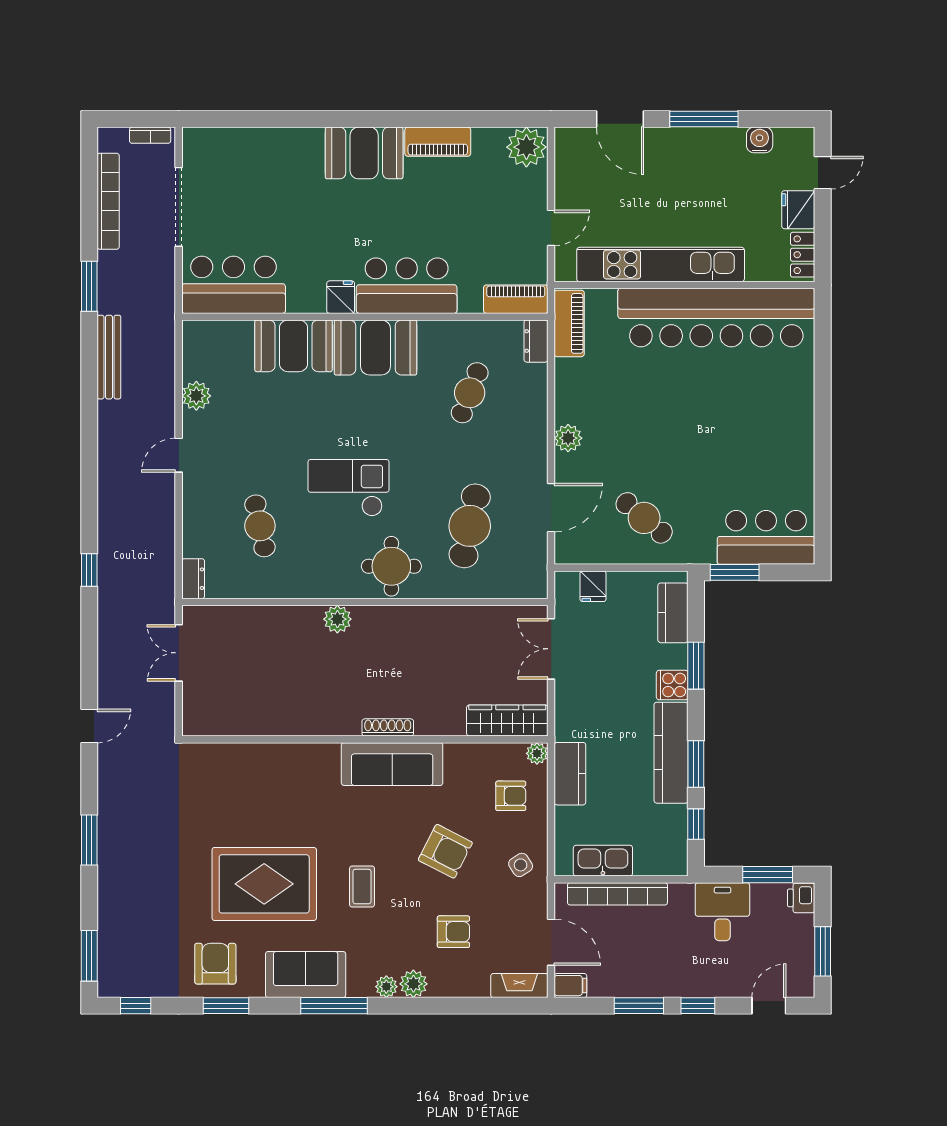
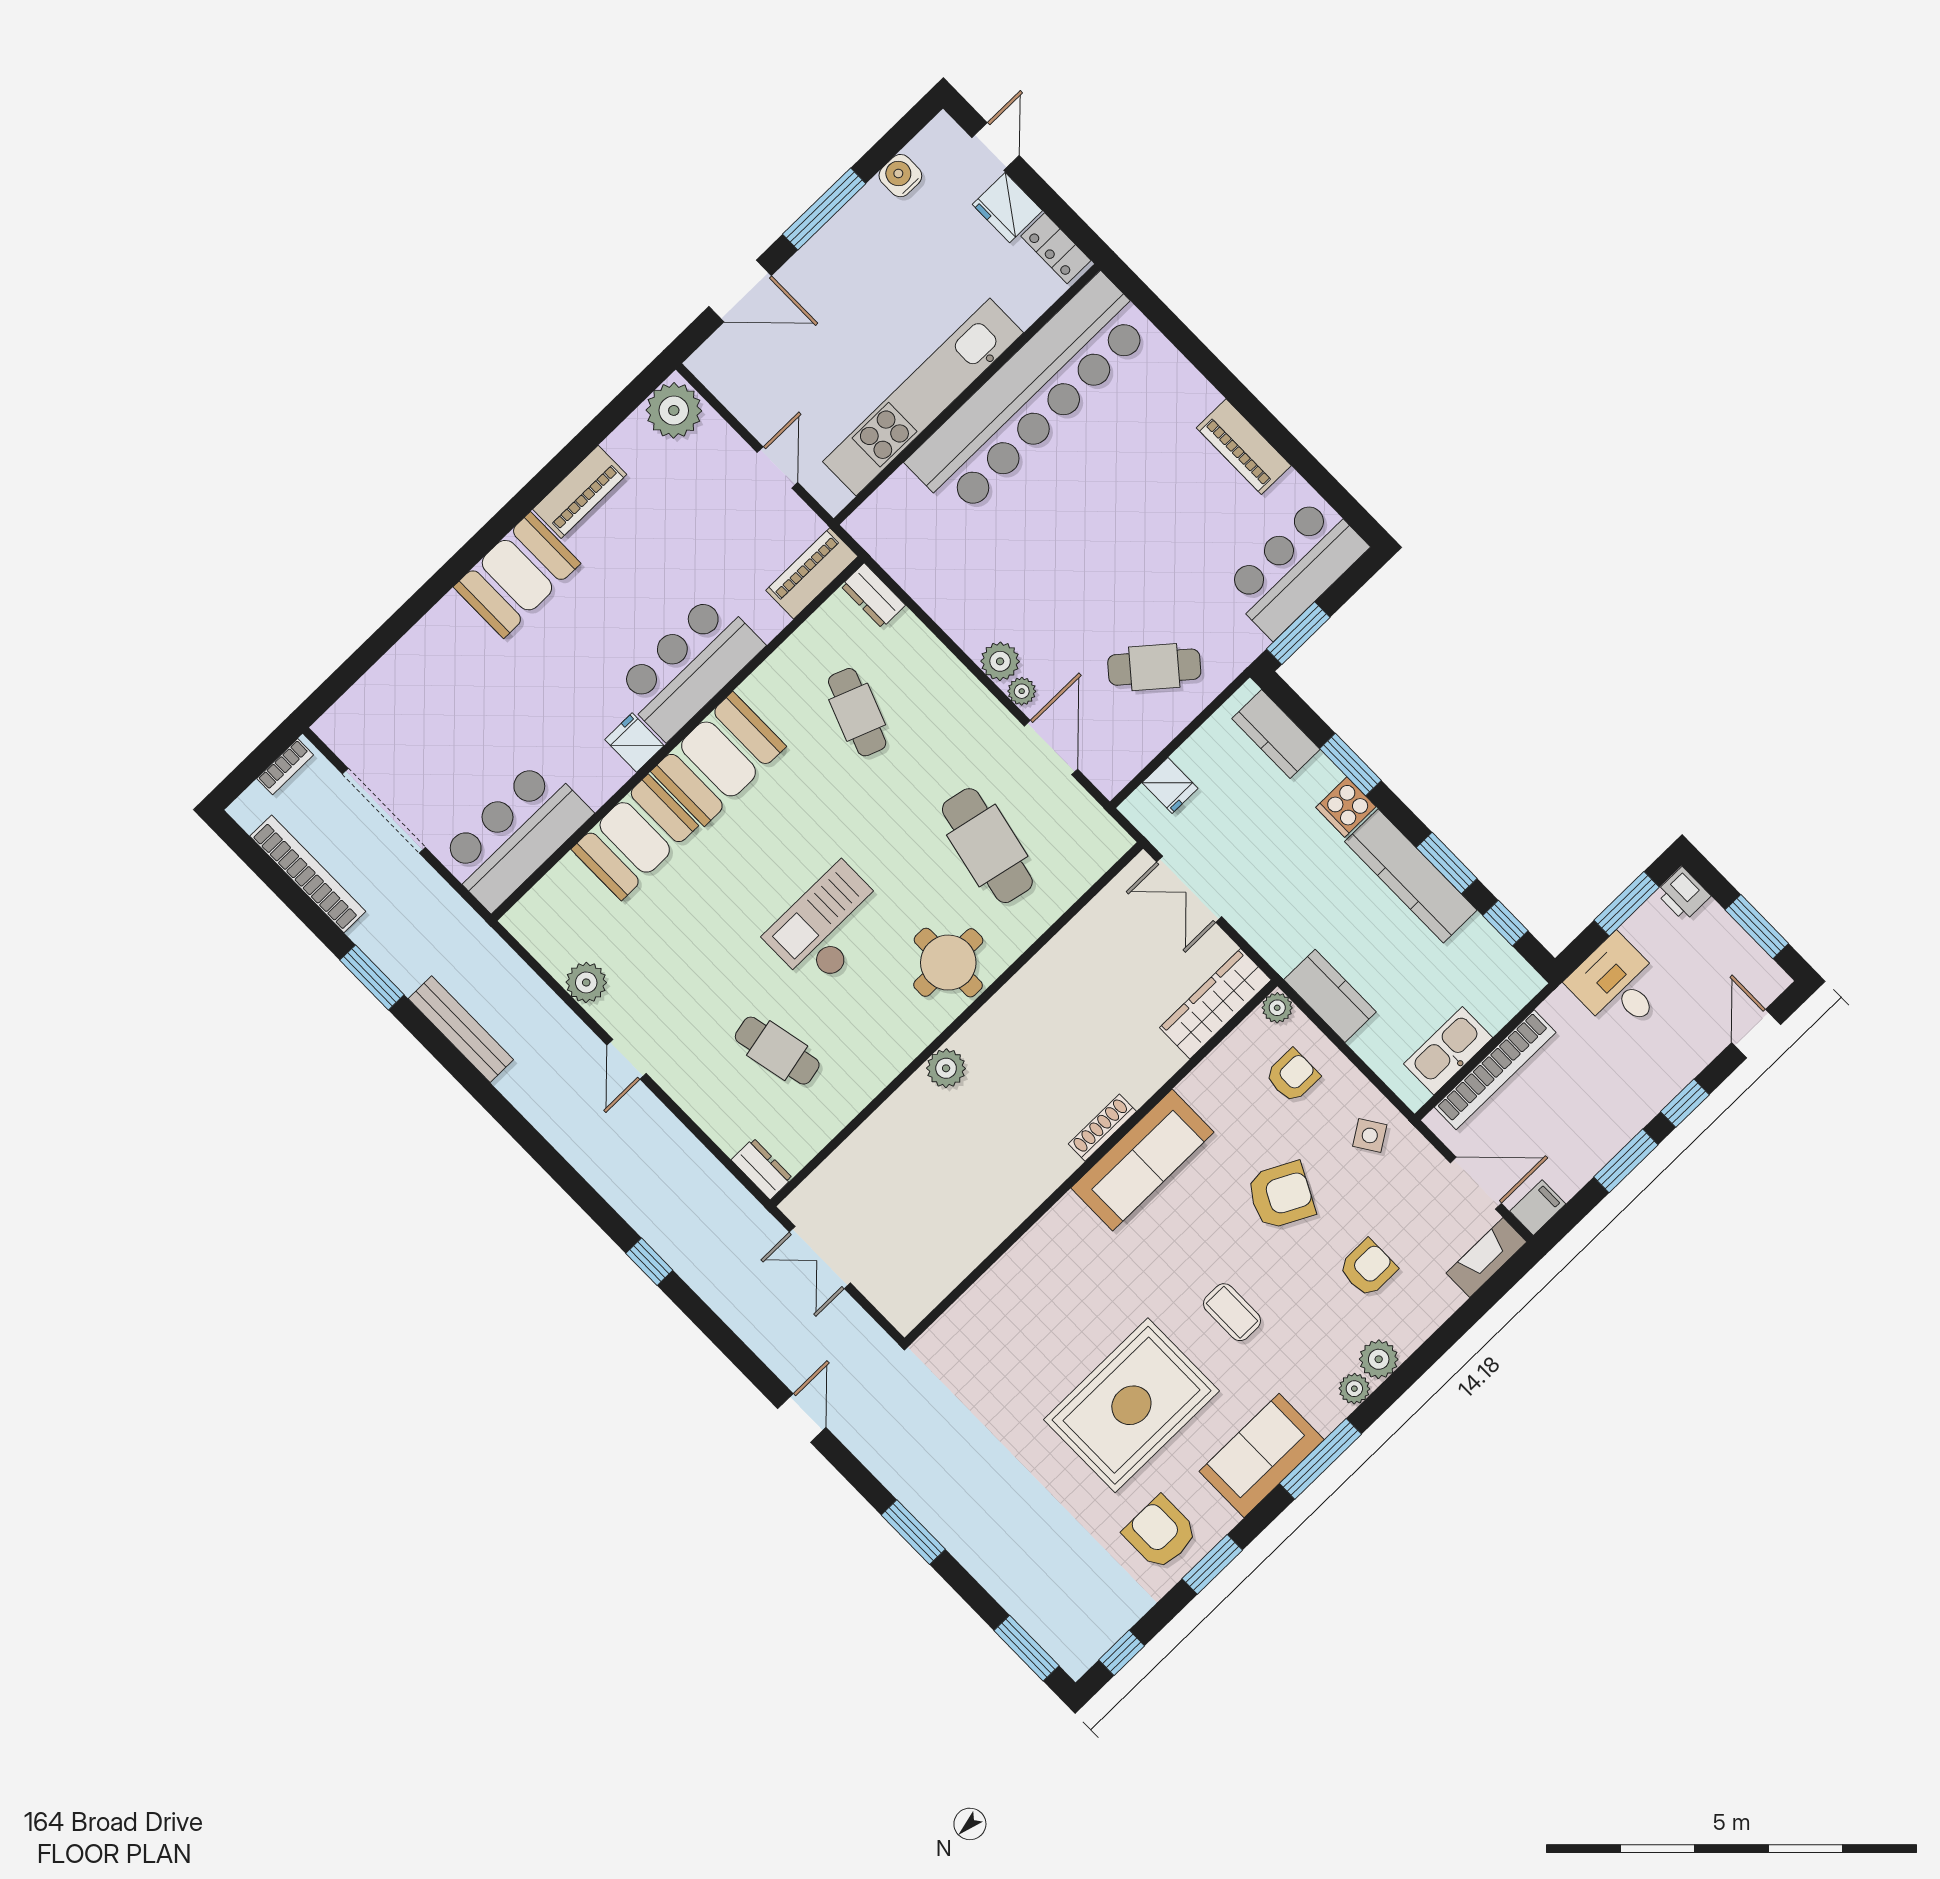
piano: (569, 323) -> (1244, 447), moved, turned 180
plant: (564, 464) -> (1022, 691), added

